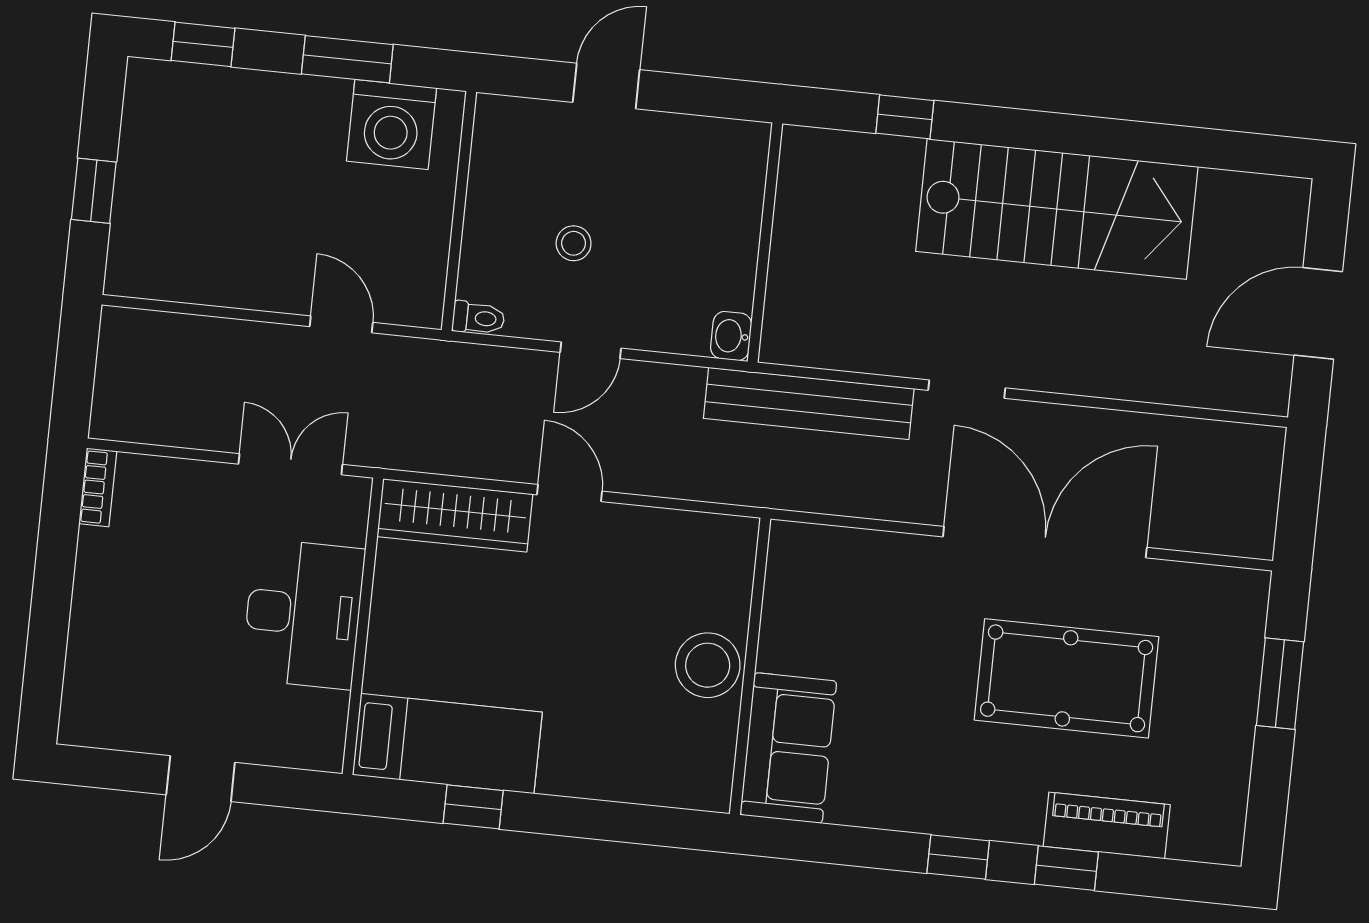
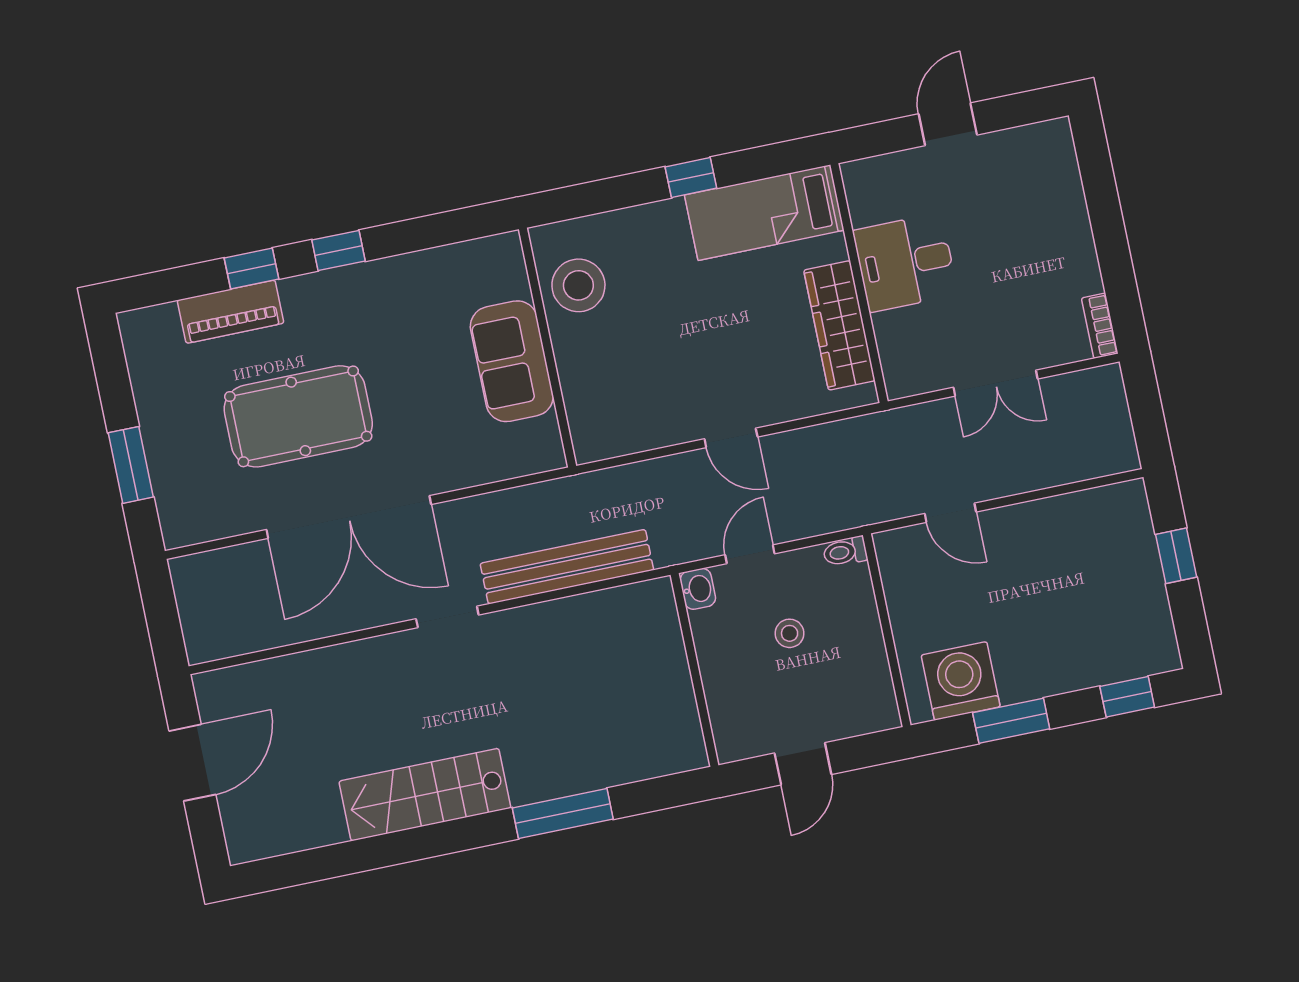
window: (905, 117) -> (563, 814), width x2.17
stairs: (1057, 209) -> (425, 795), width x0.73, depth x0.66
wall: (765, 243) -> (695, 670), moved
washbasin: (731, 336) -> (698, 589), moved
double door: (290, 464) -> (996, 383), moved
wardrobe: (455, 515) -> (839, 325), moved, turned -90
desk: (303, 614) -> (905, 263), width x0.73
stool: (708, 665) -> (578, 285), moved
sofa: (788, 748) -> (512, 361), moved
window: (473, 807) -> (691, 178), moved

